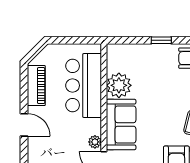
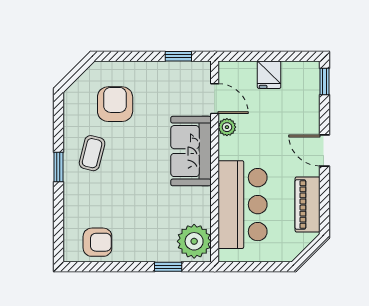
window: (161, 40) -> (168, 267), moved
plant: (119, 85) -> (194, 241), moved

